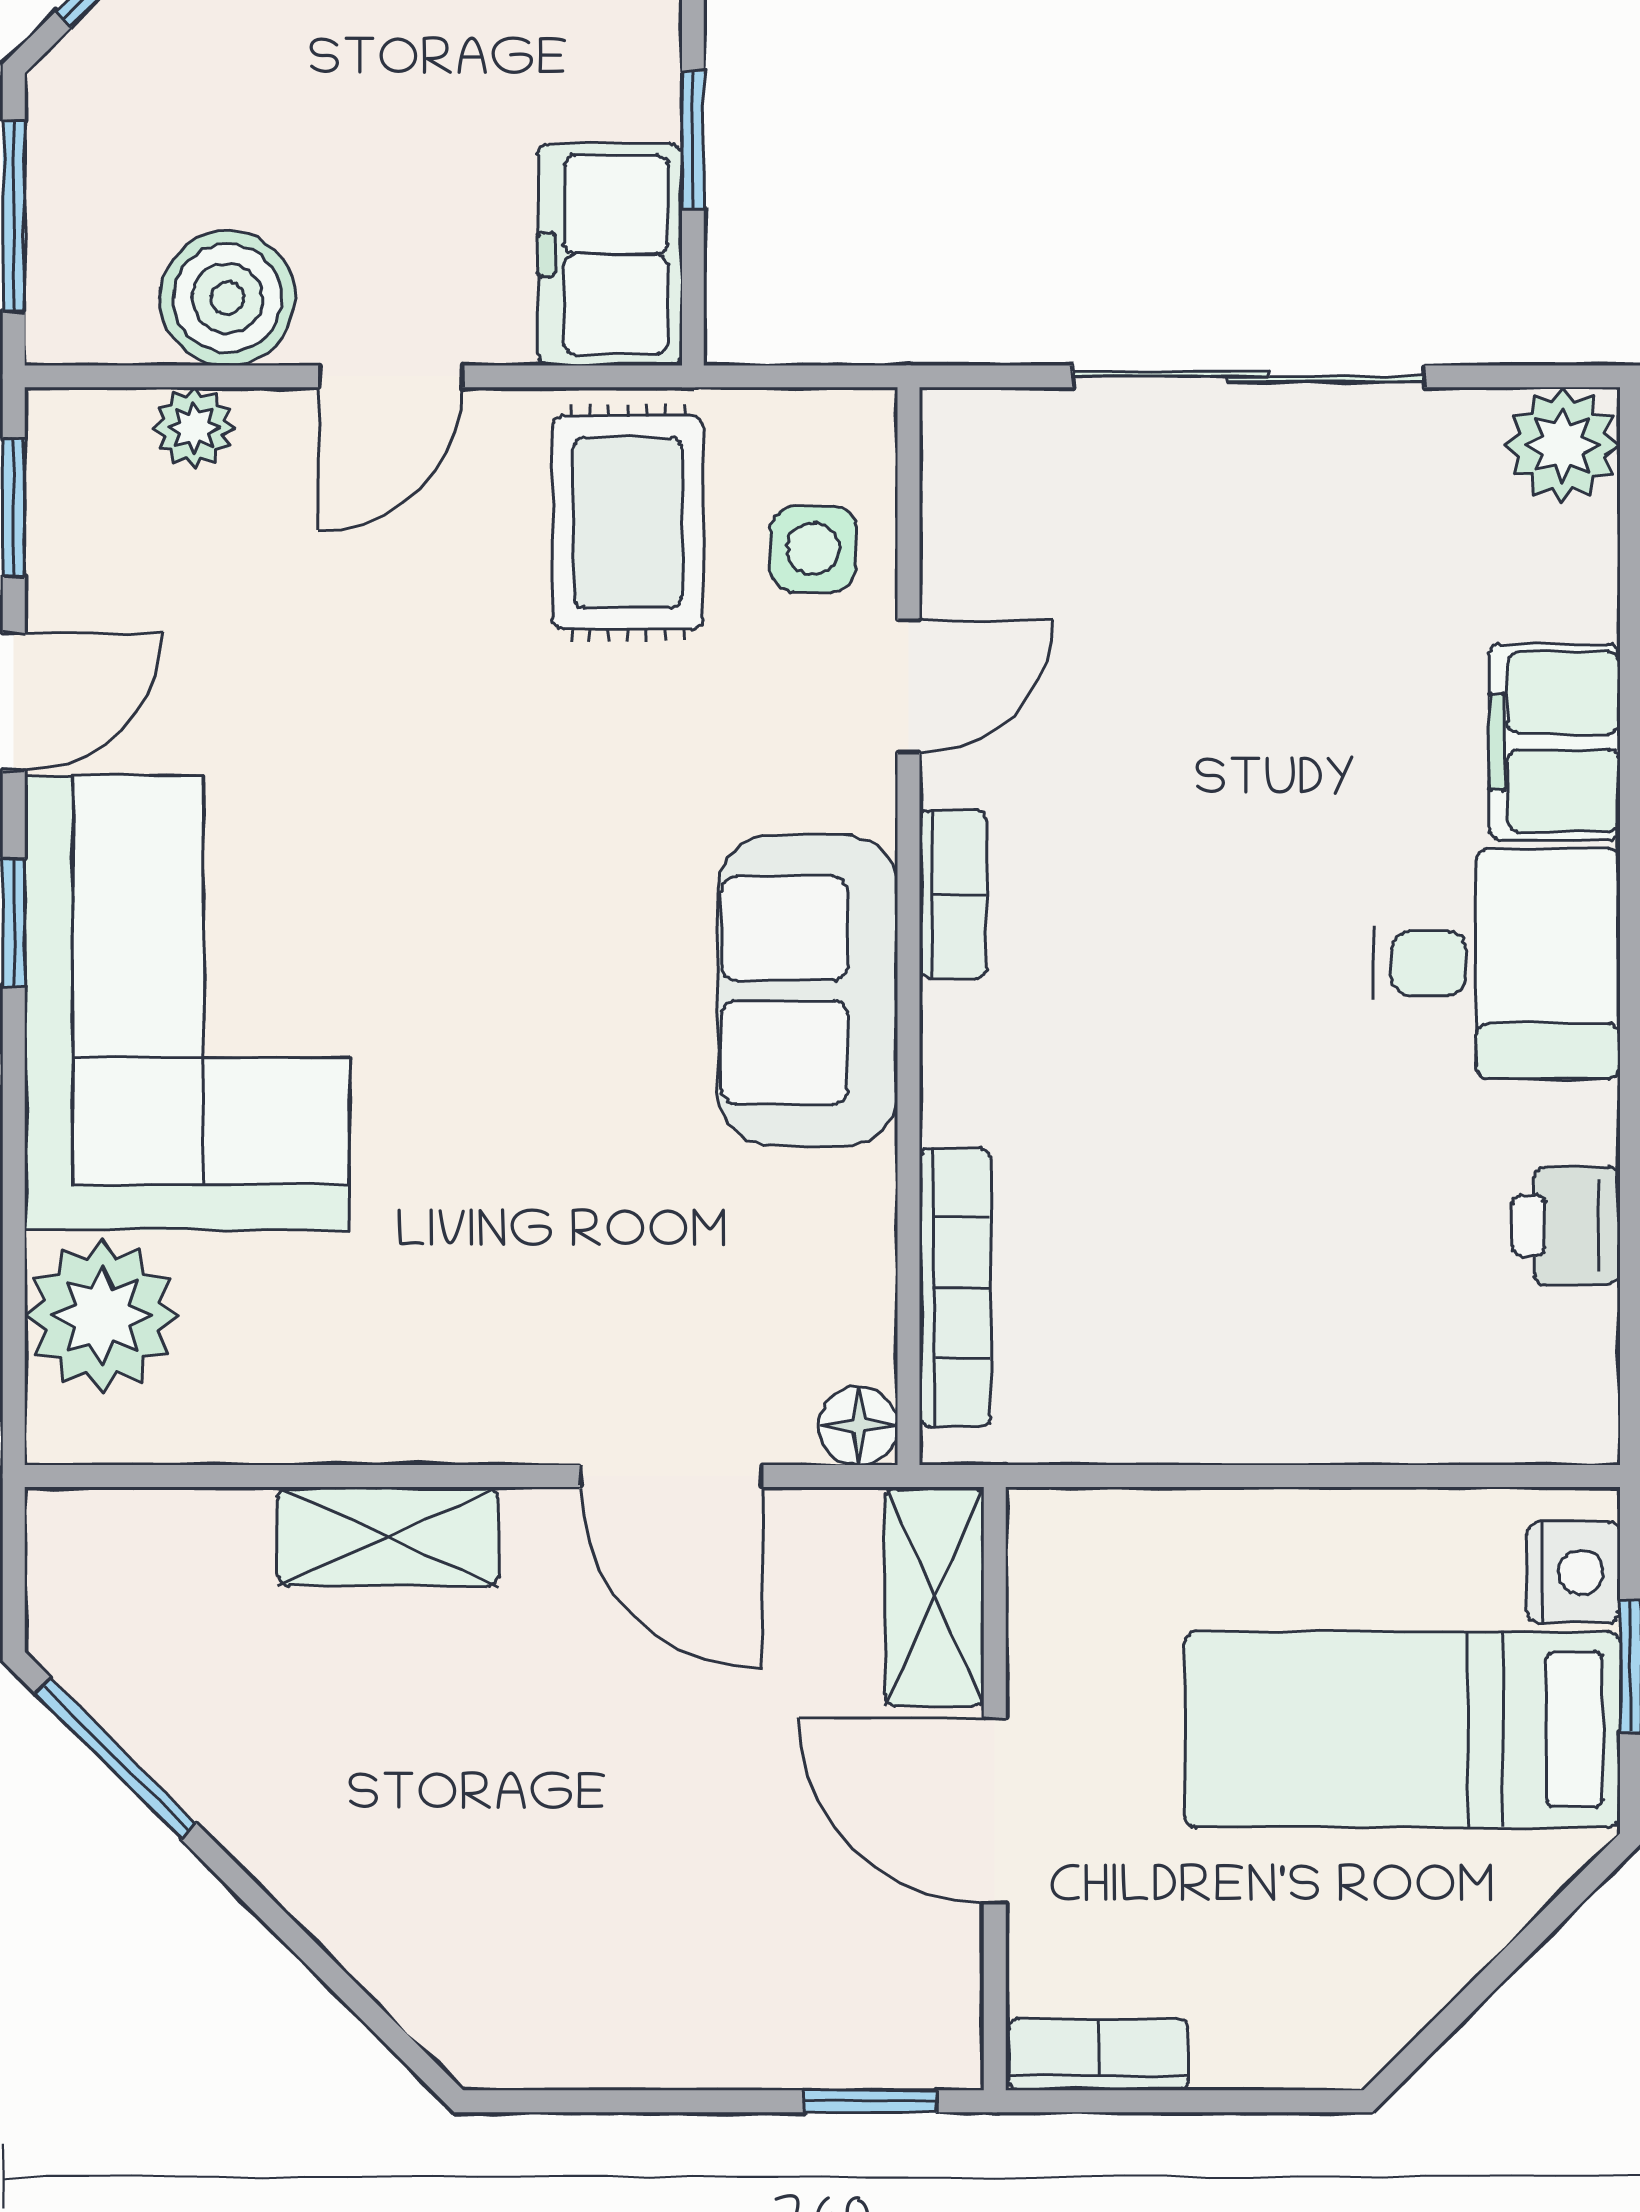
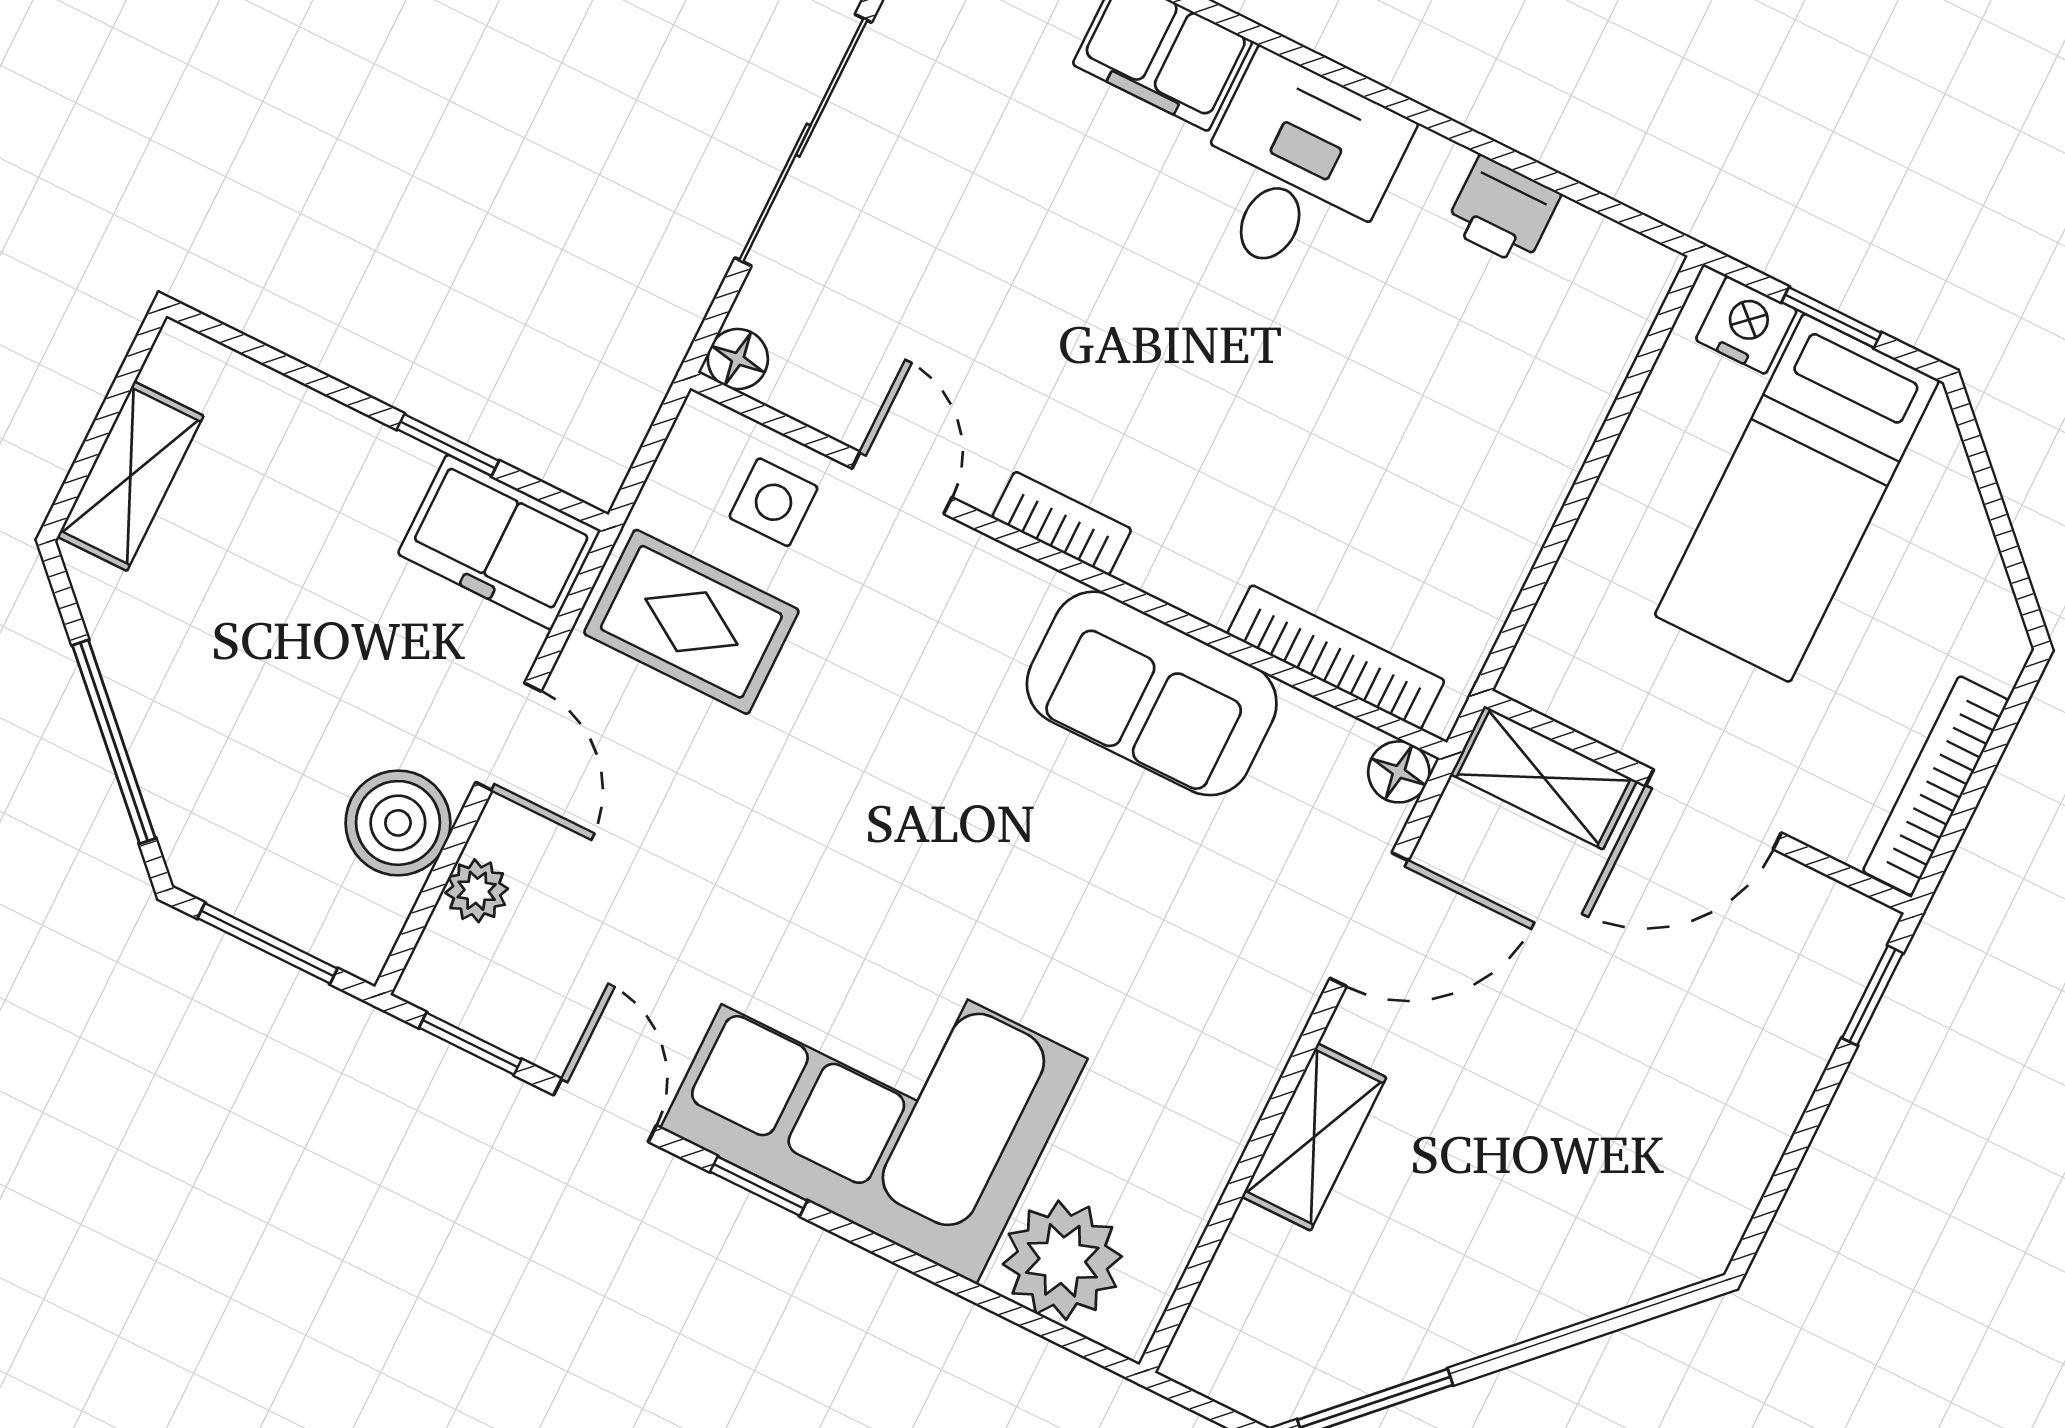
floor lamp: (958, 426) -> (738, 359), added
sofa: (808, 990) -> (1152, 693), moved
bookcase: (1098, 2054) -> (1936, 786), width x1.56

